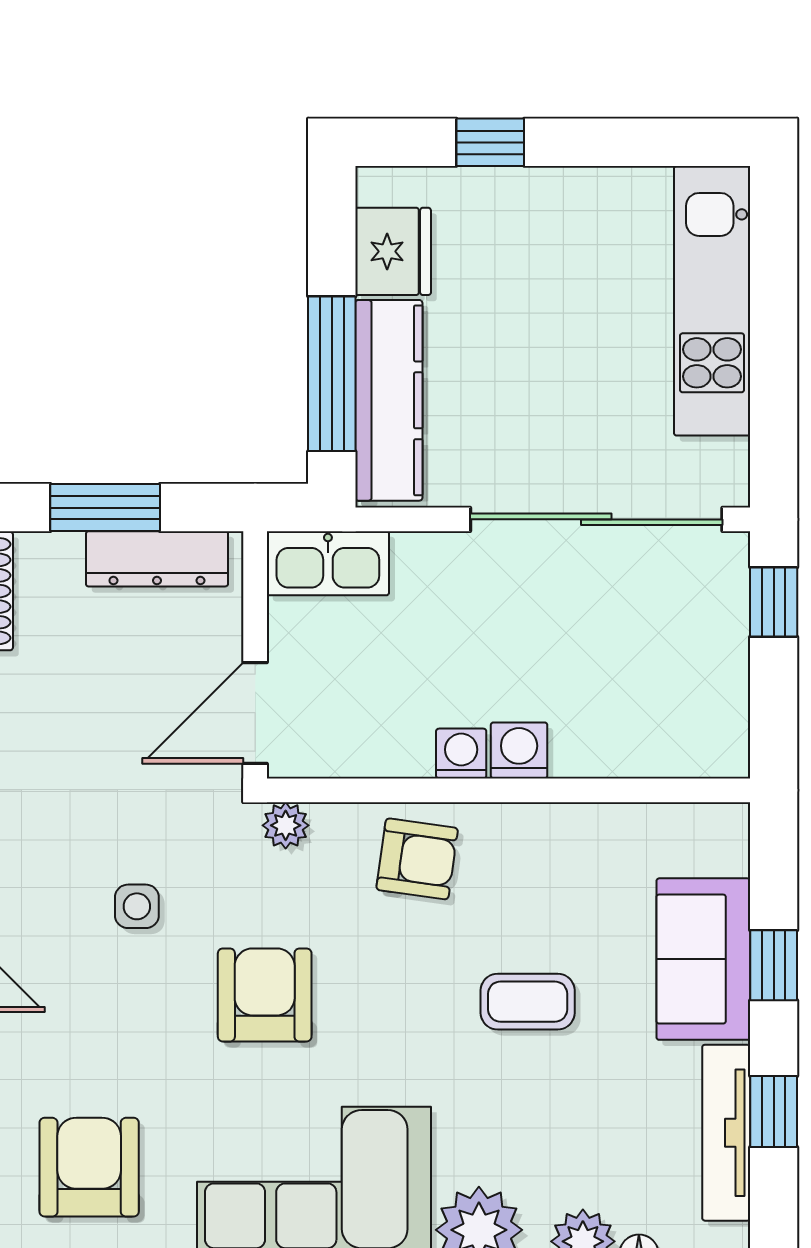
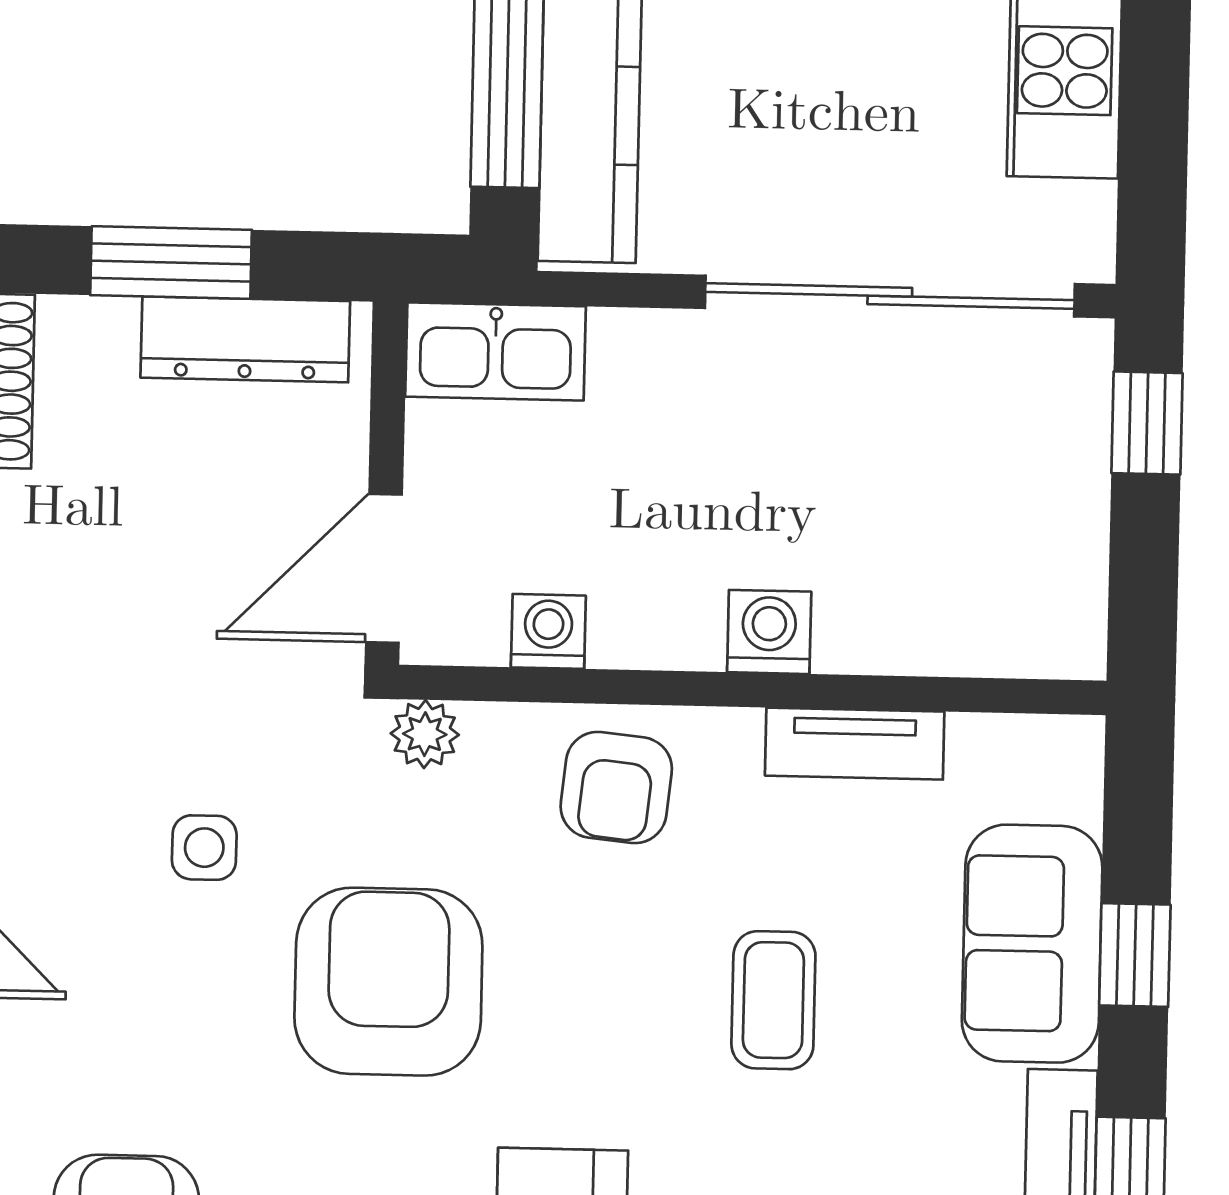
washing machine: (461, 754) -> (548, 631), moved
tv unit: (579, 825) -> (855, 744), added
armchair: (417, 859) -> (616, 788), turned 88
armchair: (265, 995) -> (388, 982), width x1.36, depth x1.36
coffee table: (528, 1002) -> (773, 1000), turned 90

